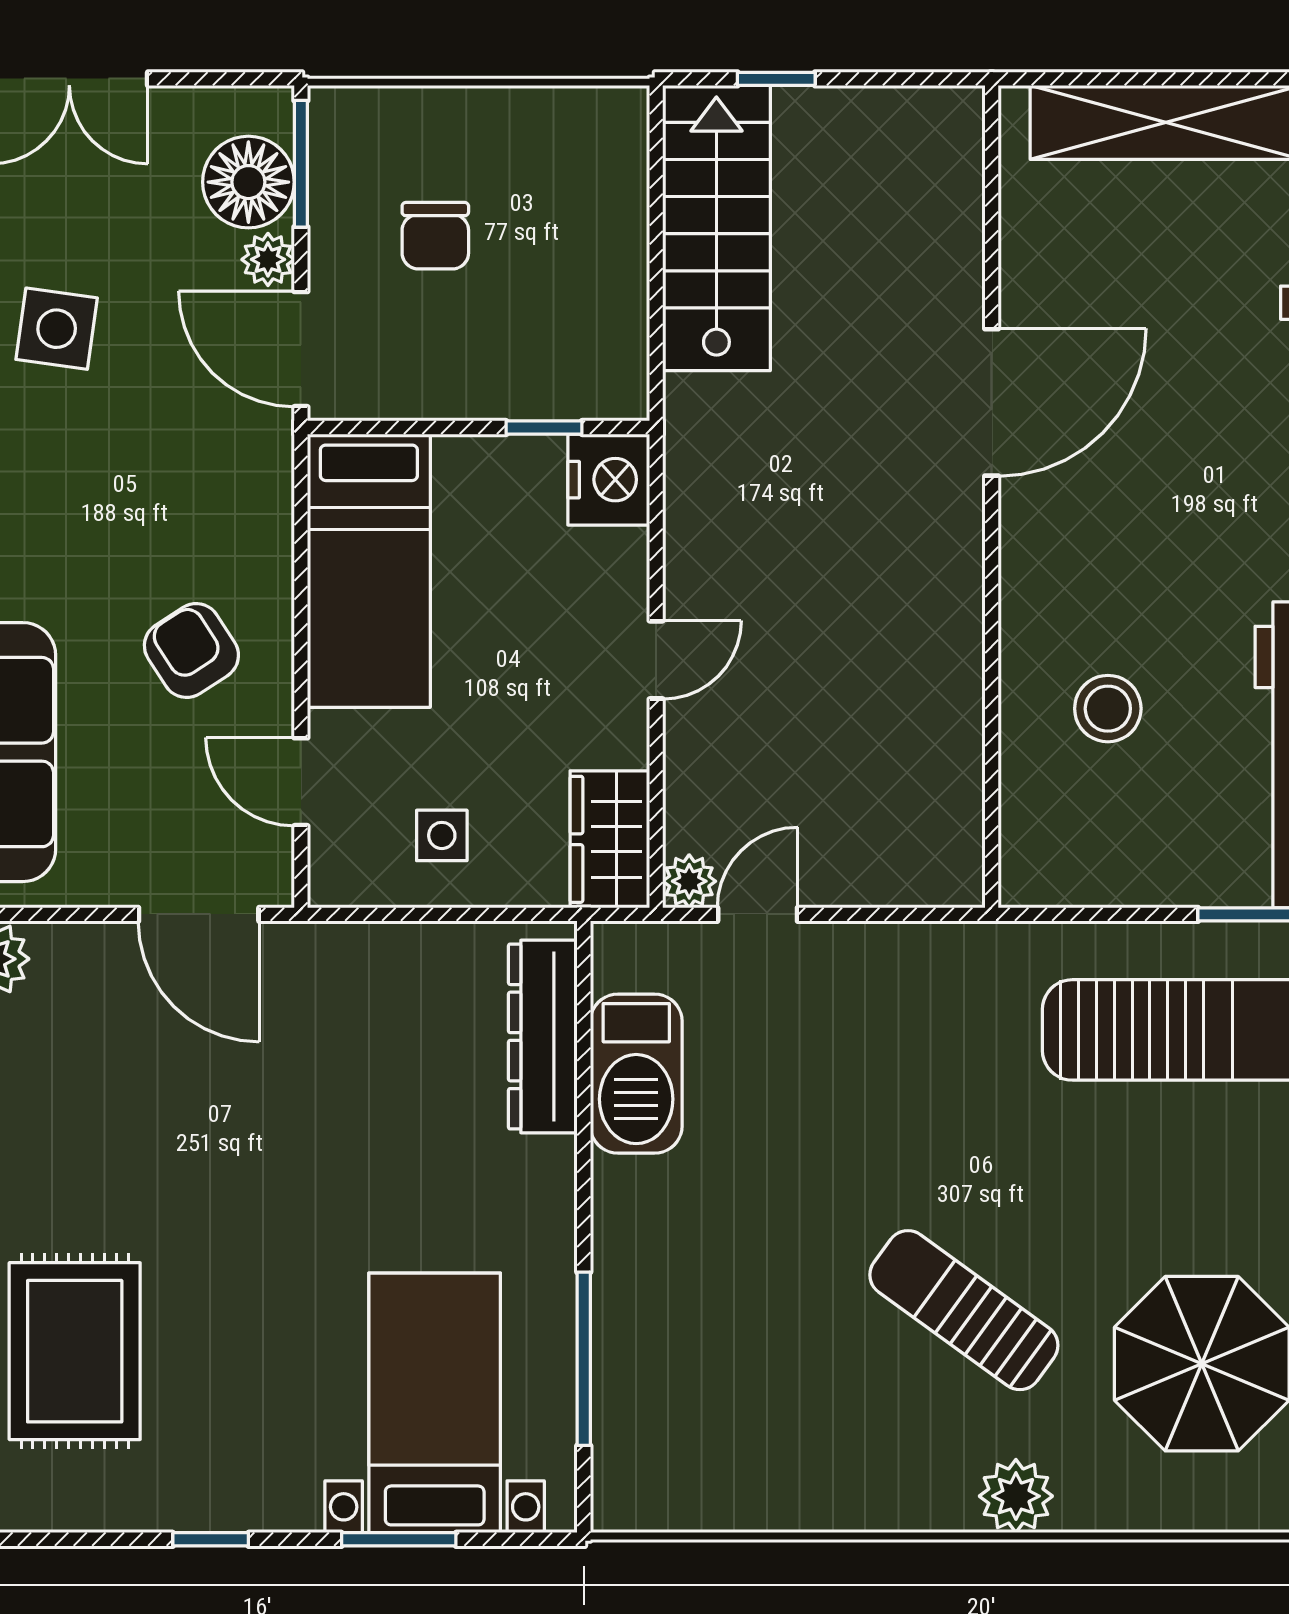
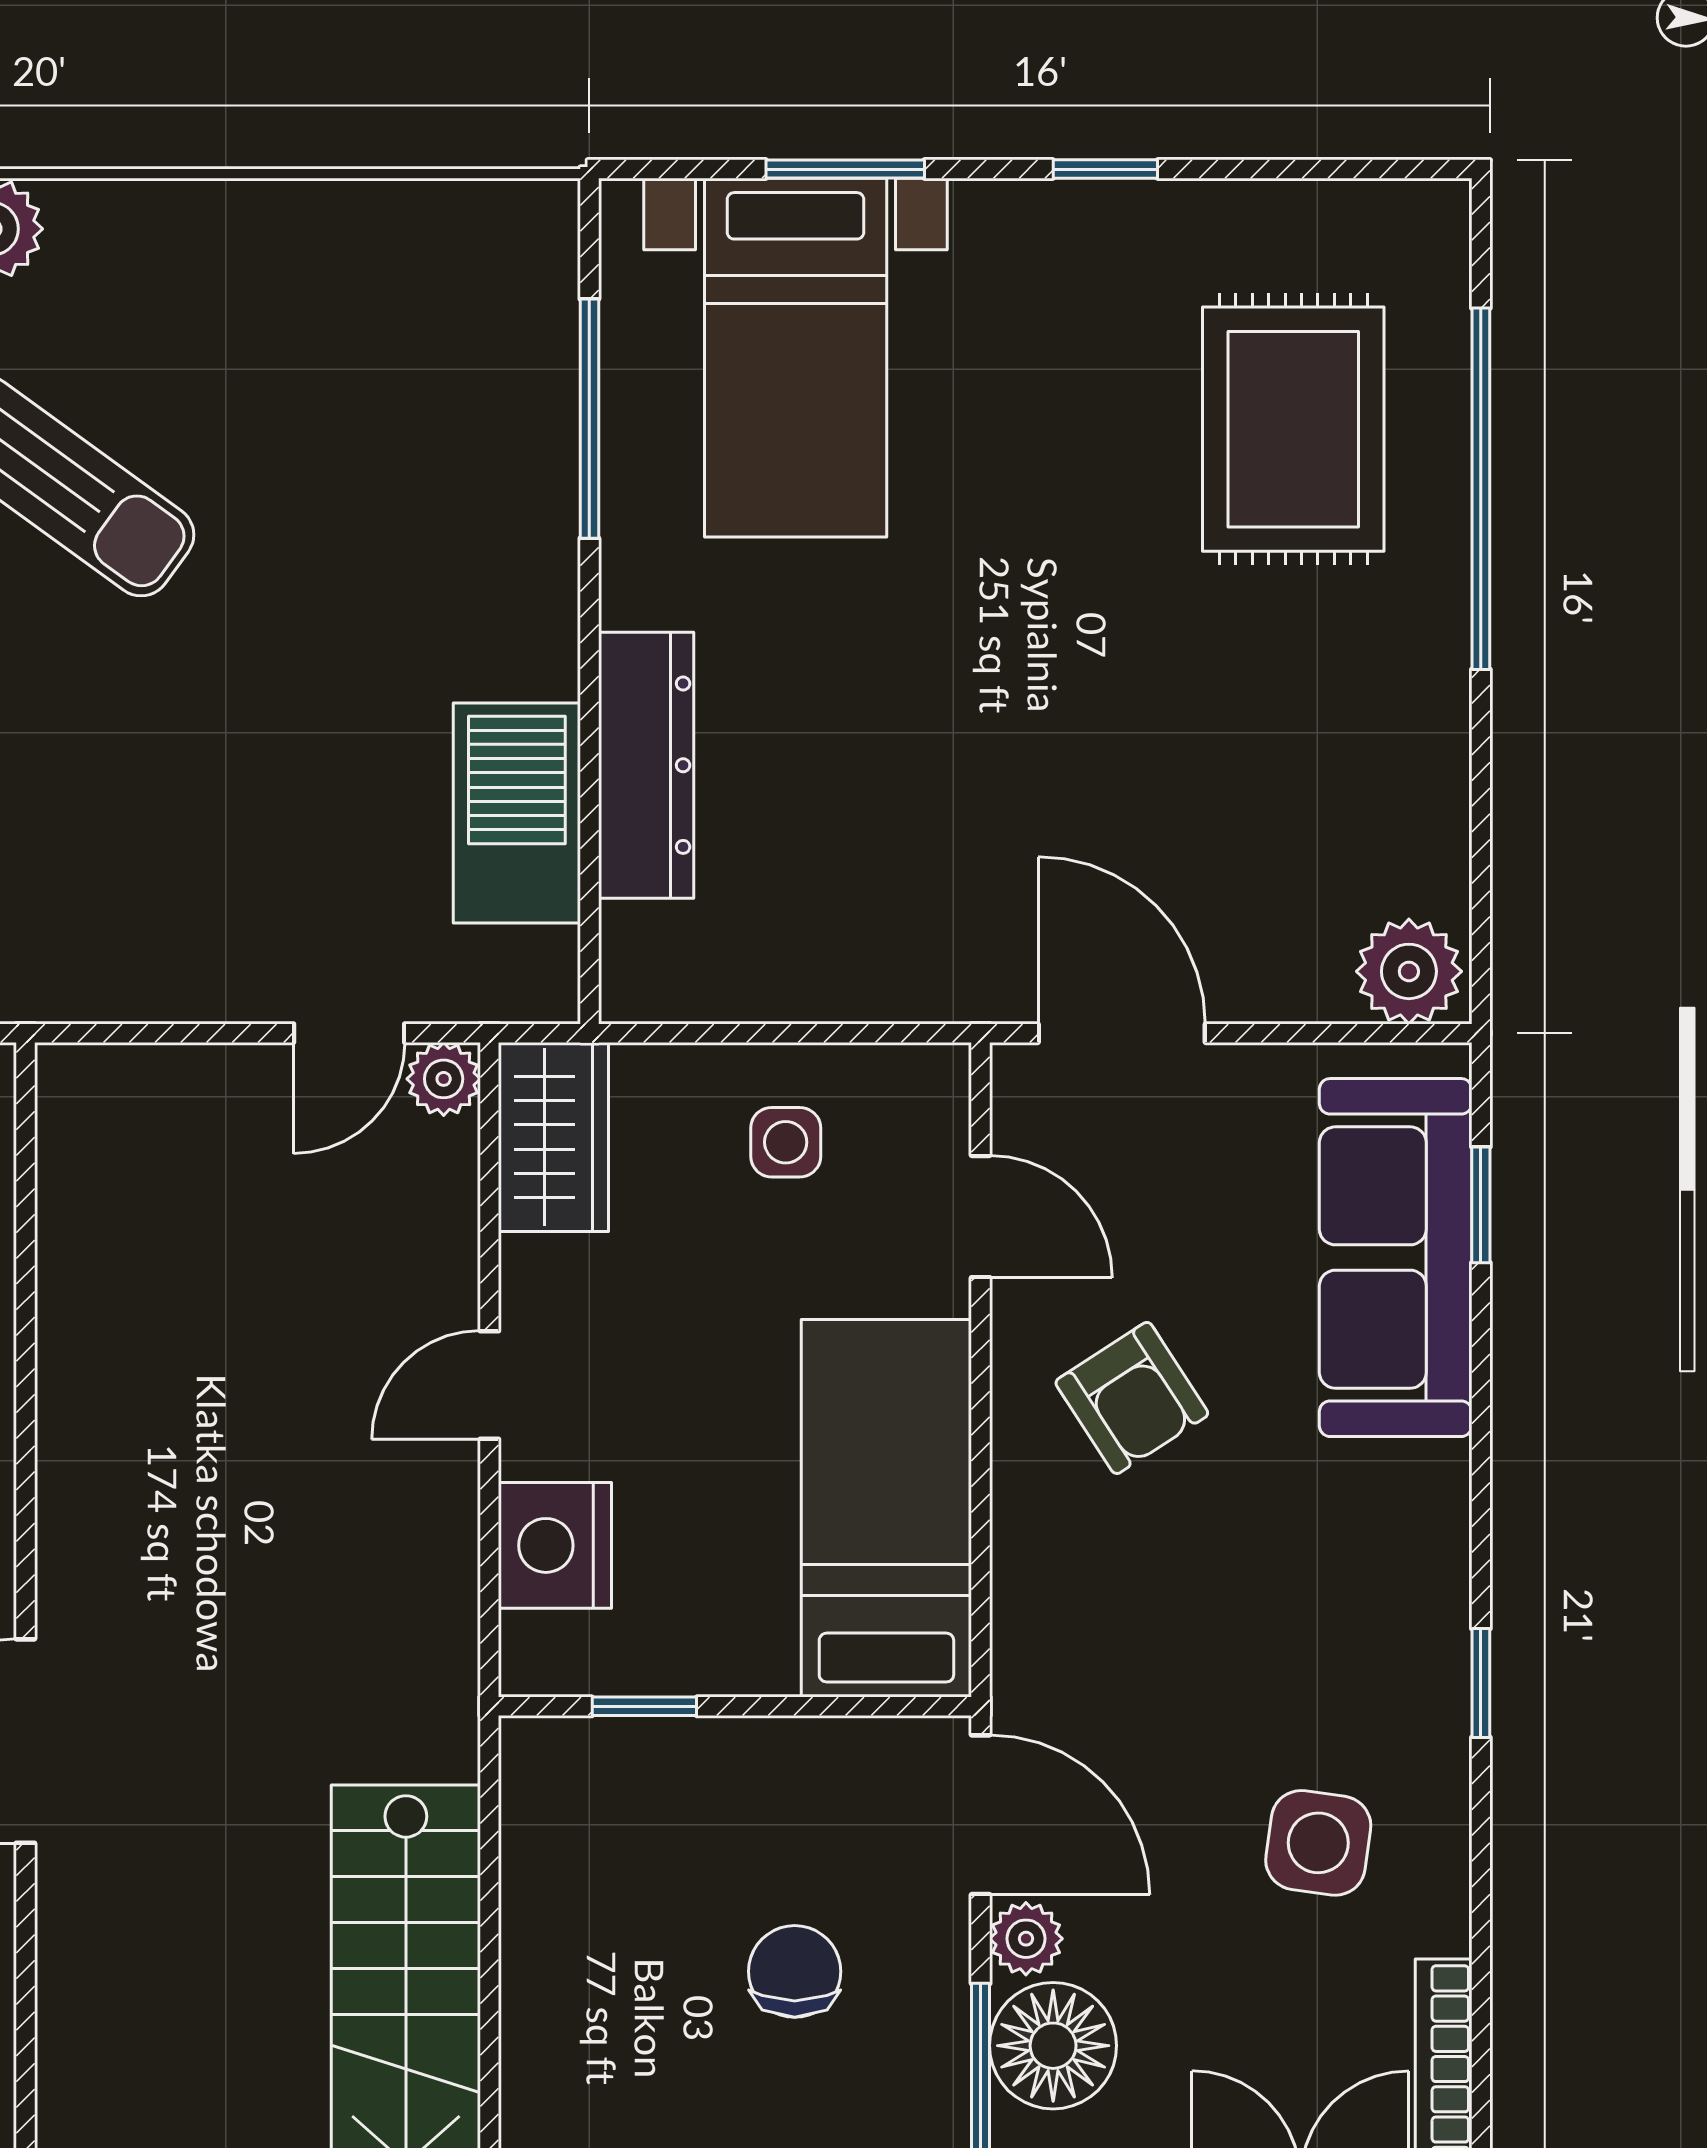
nightstand: (609, 480) -> (555, 1545), moved
dresser: (543, 1037) -> (646, 765), moved

